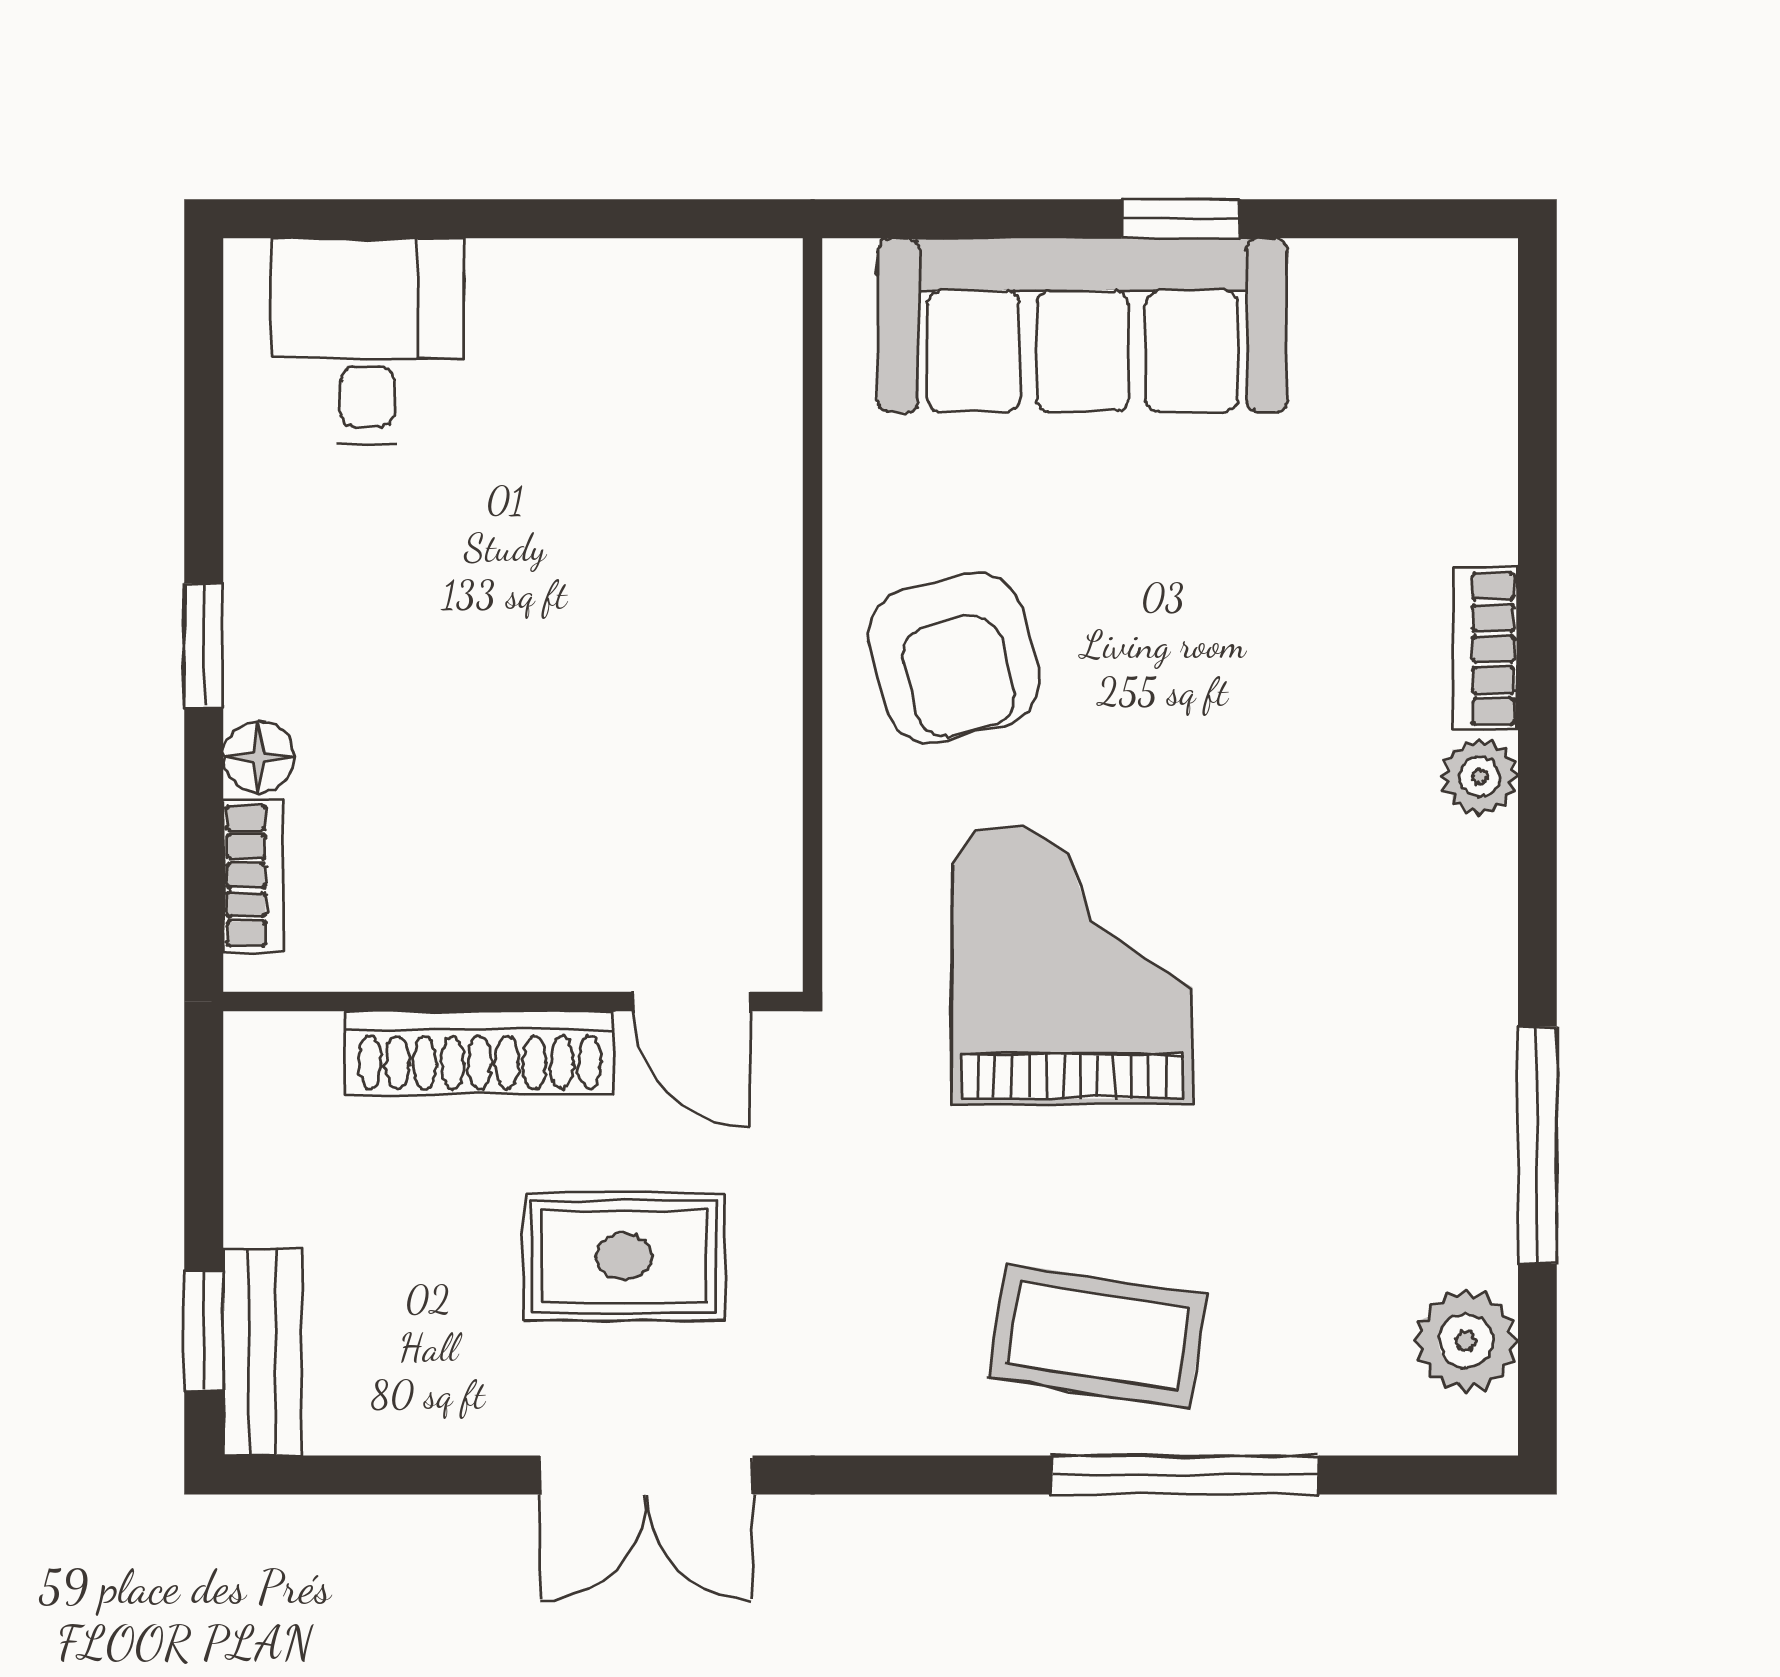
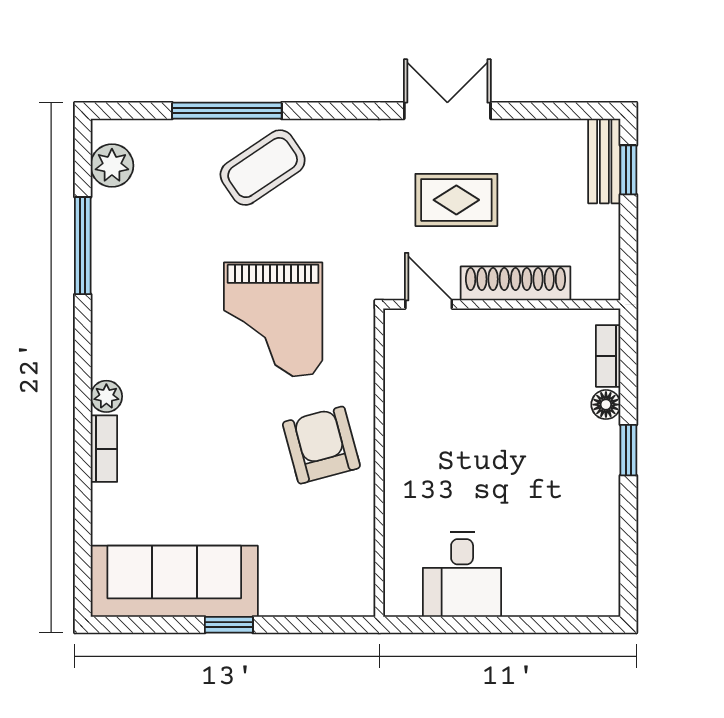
sofa: (1083, 325) -> (174, 581), moved
desk: (368, 341) -> (462, 575), moved
coffee table: (1098, 1336) -> (263, 168), turned -43

